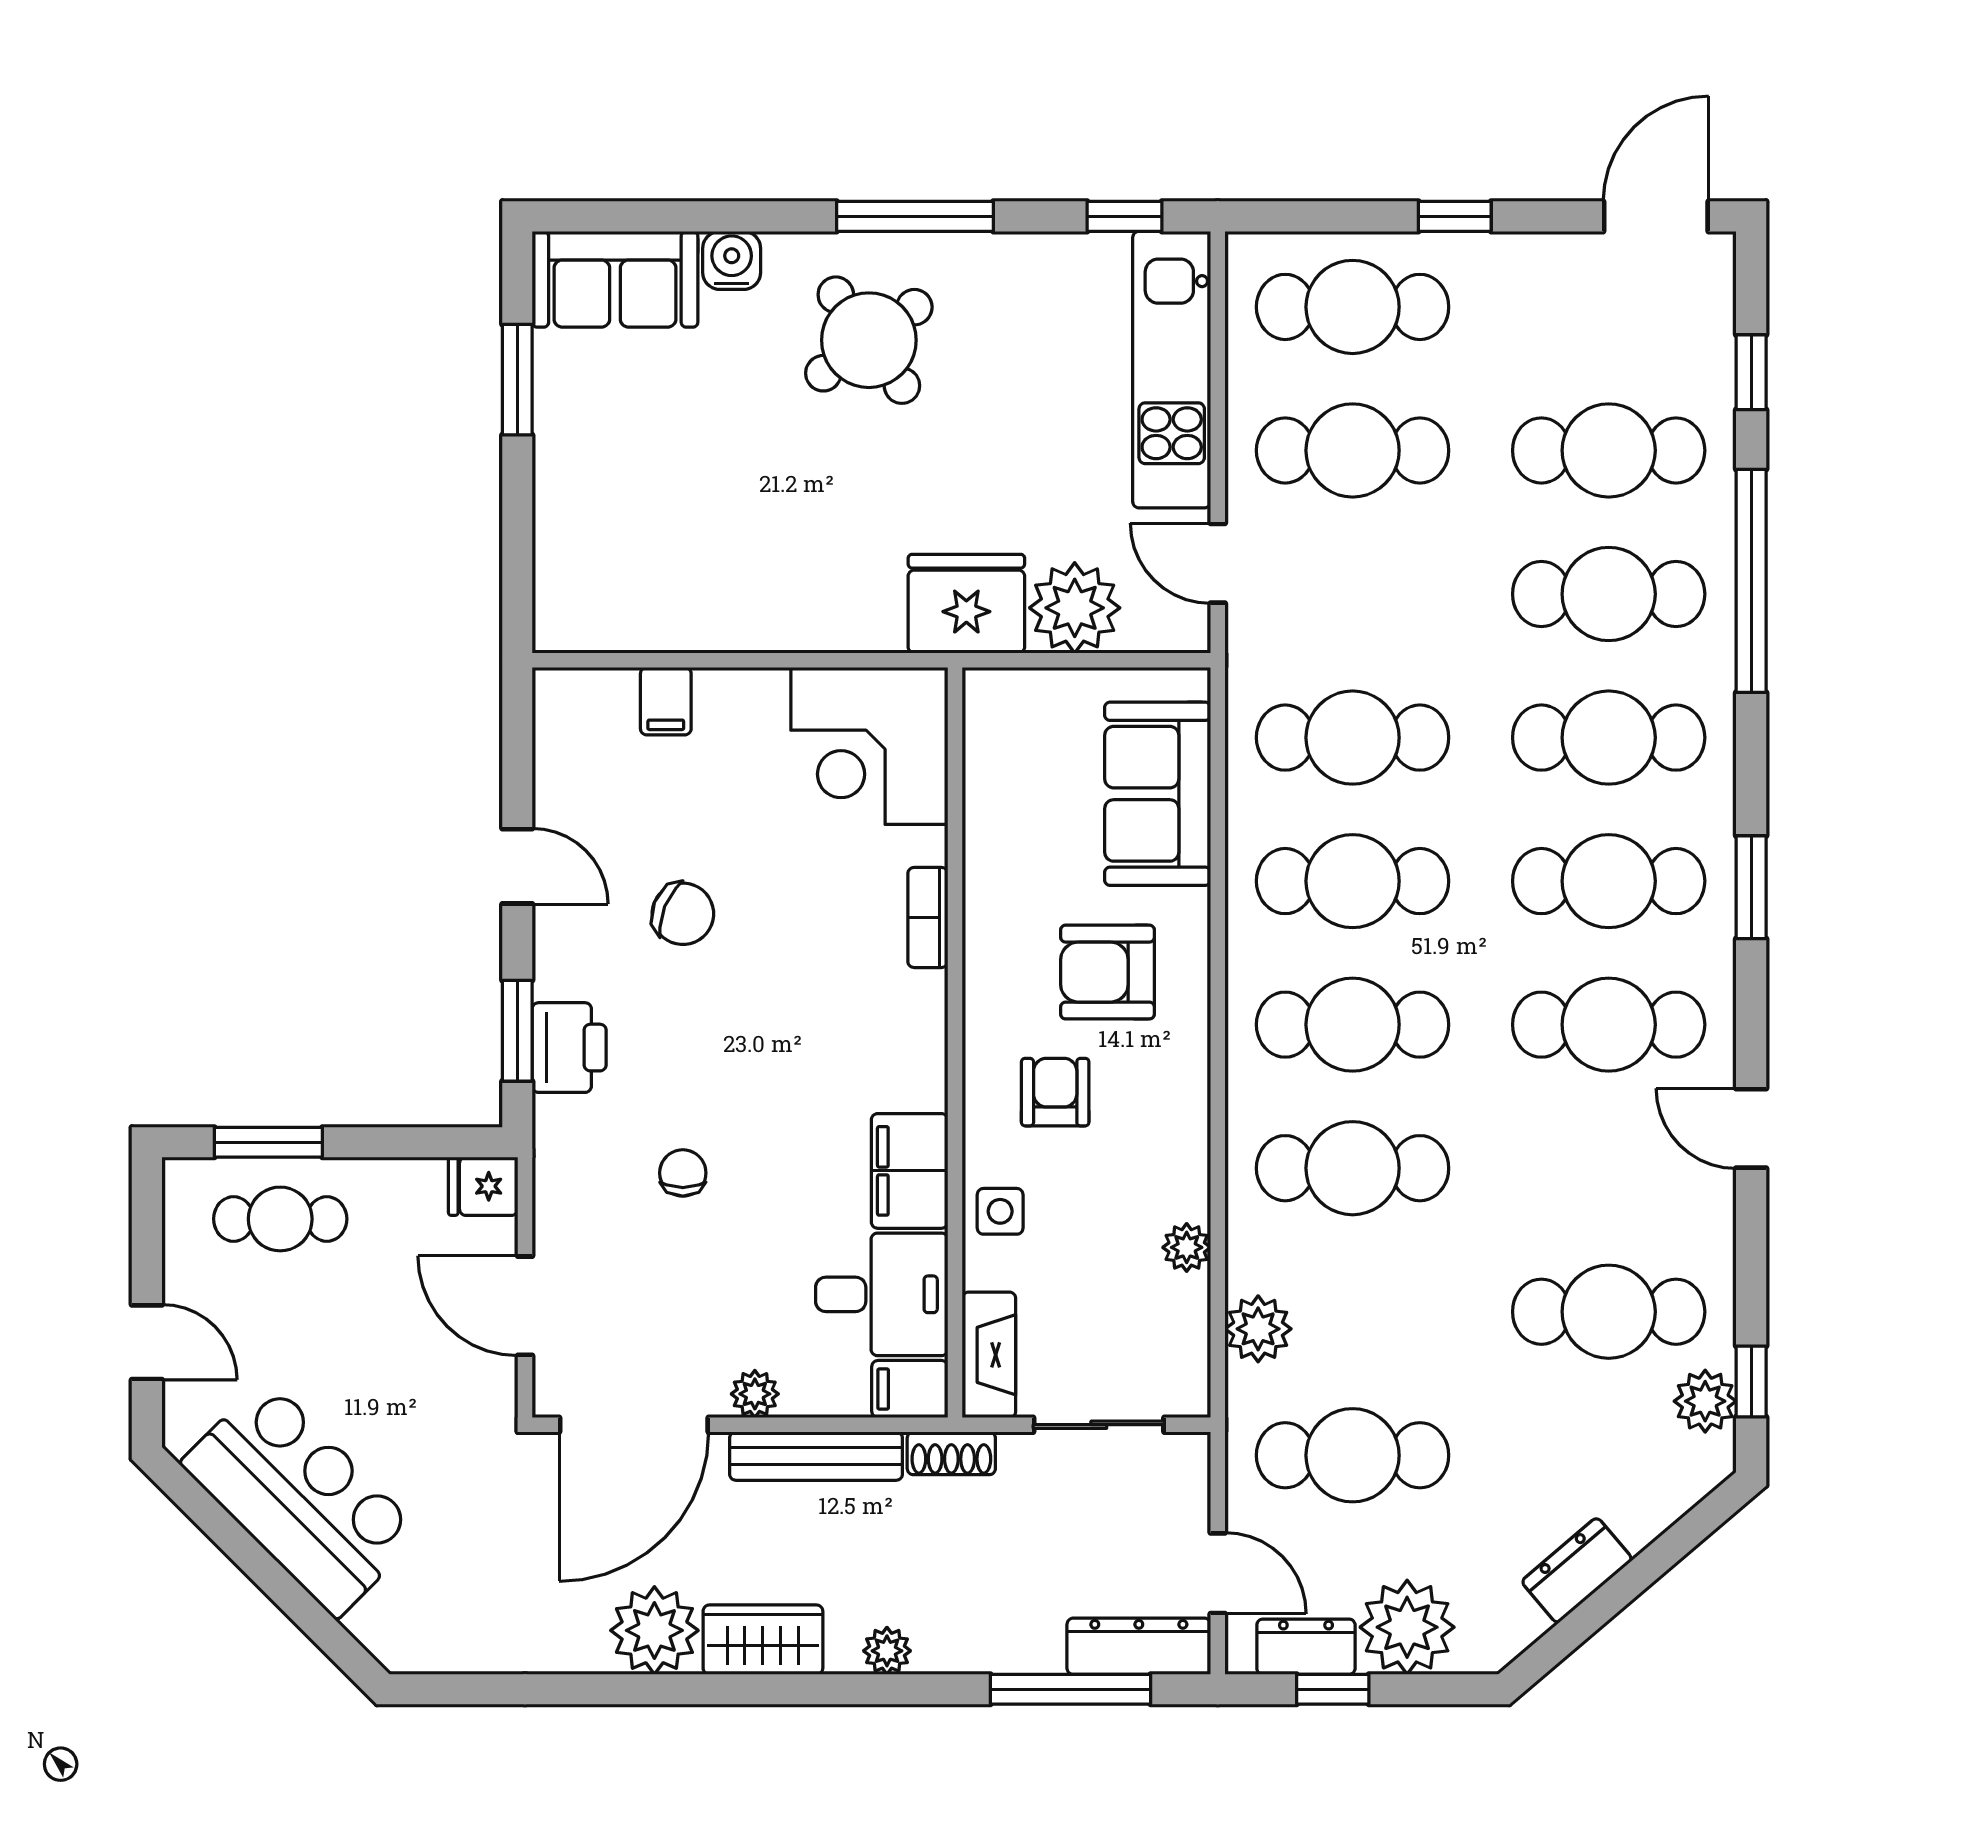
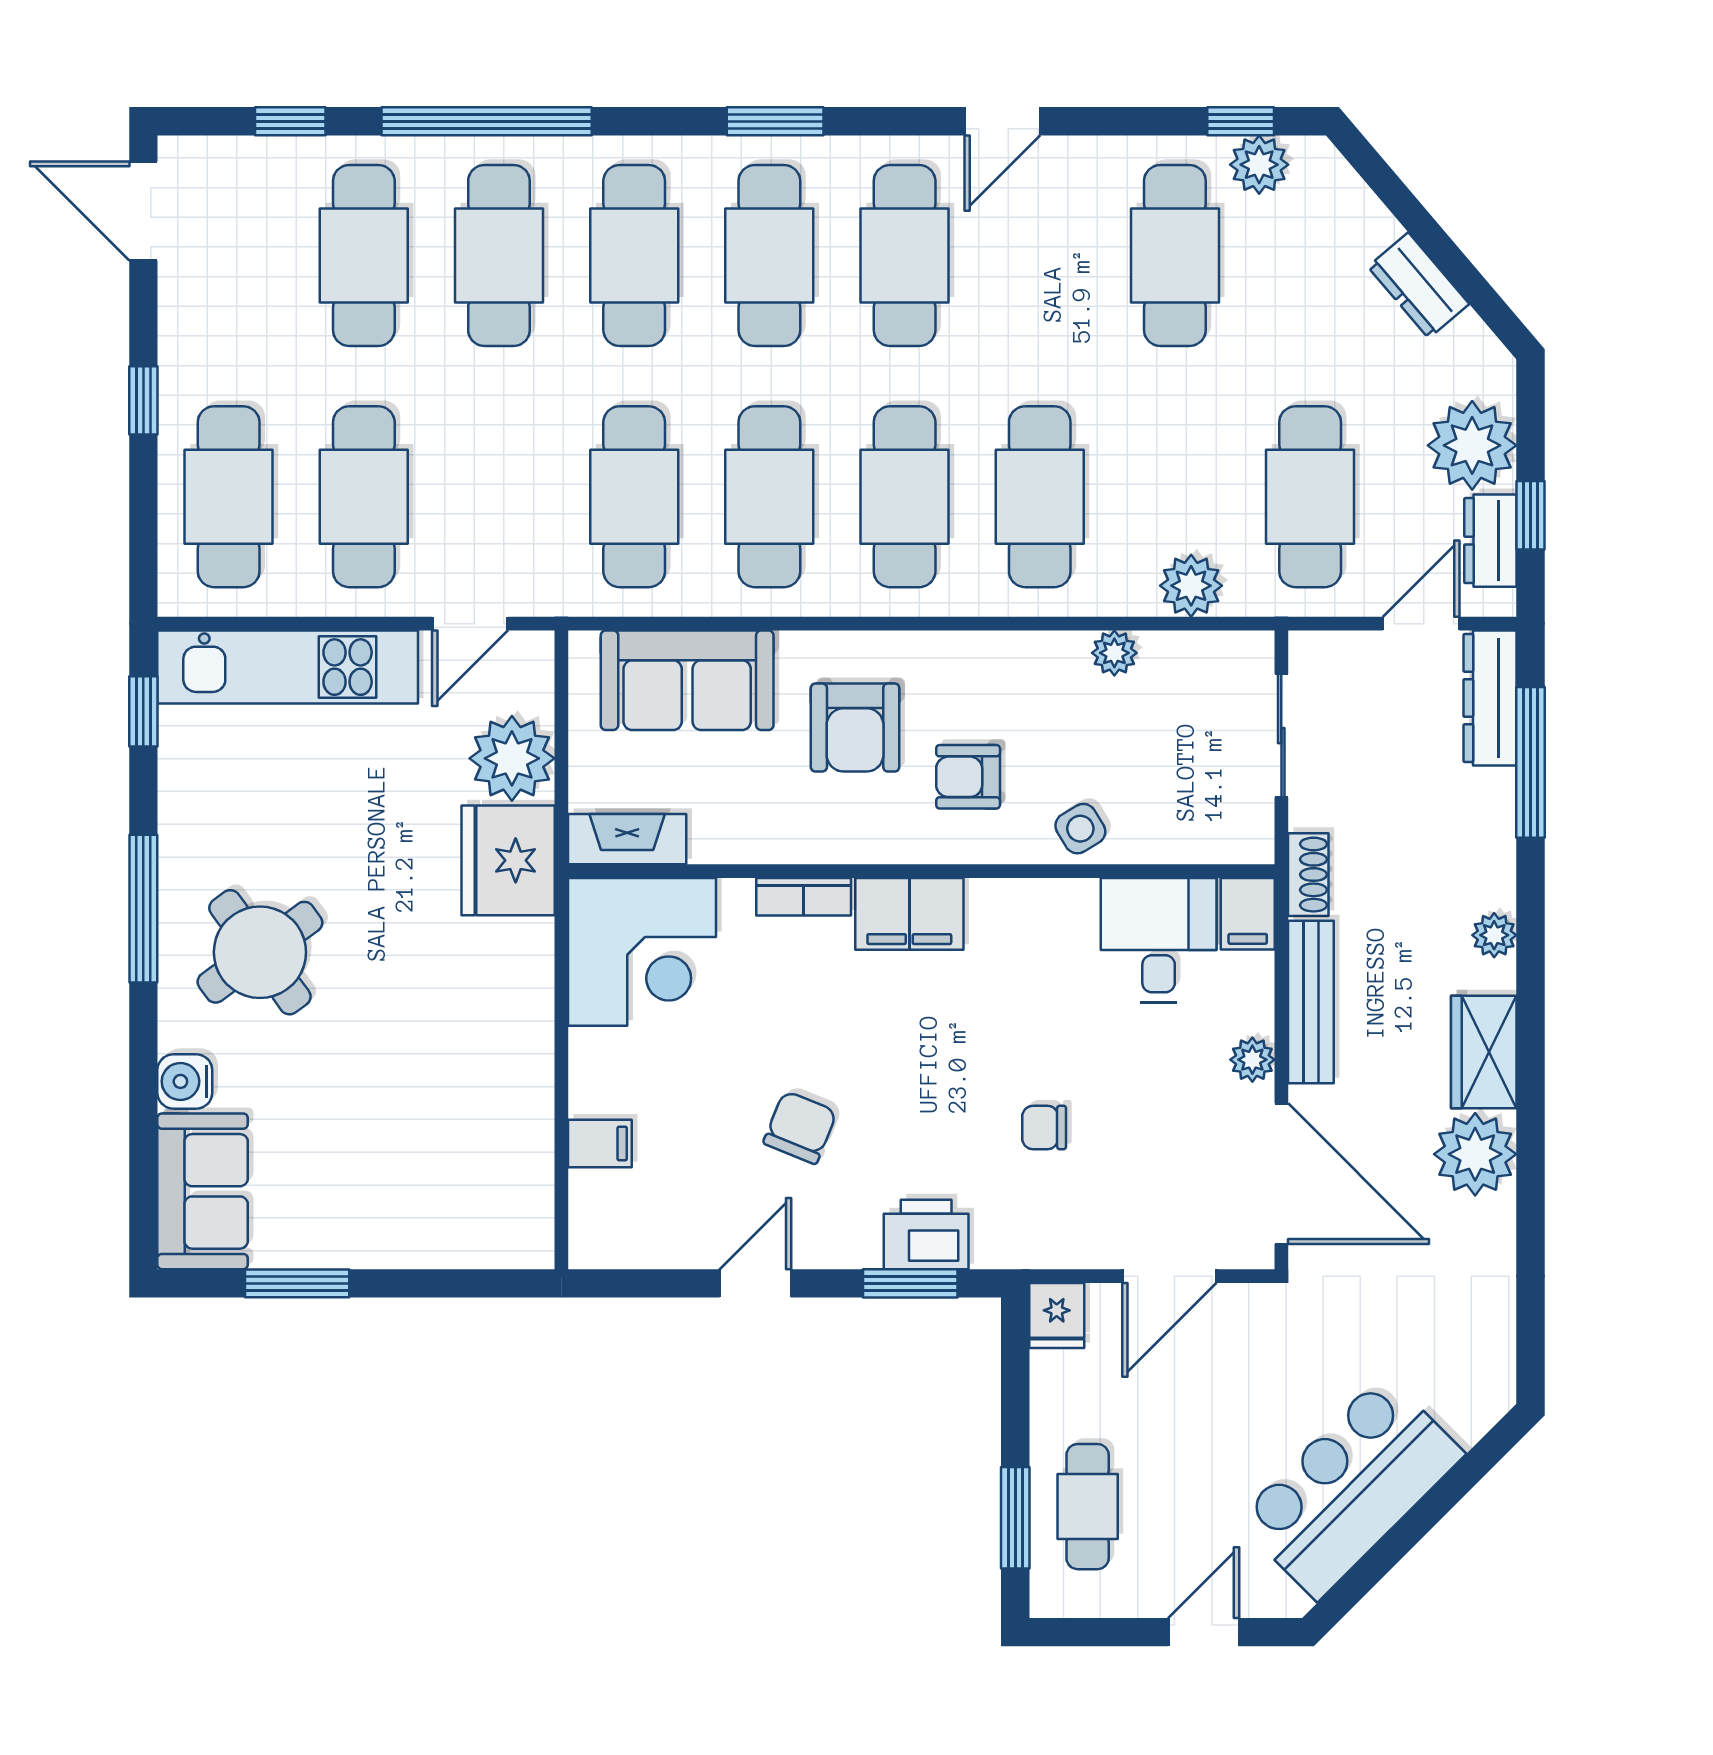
filing cabinet: (910, 1171) -> (909, 914), moved
side table: (1000, 1211) -> (1080, 829), turned -31
fireplace: (989, 1355) -> (627, 839), moved

